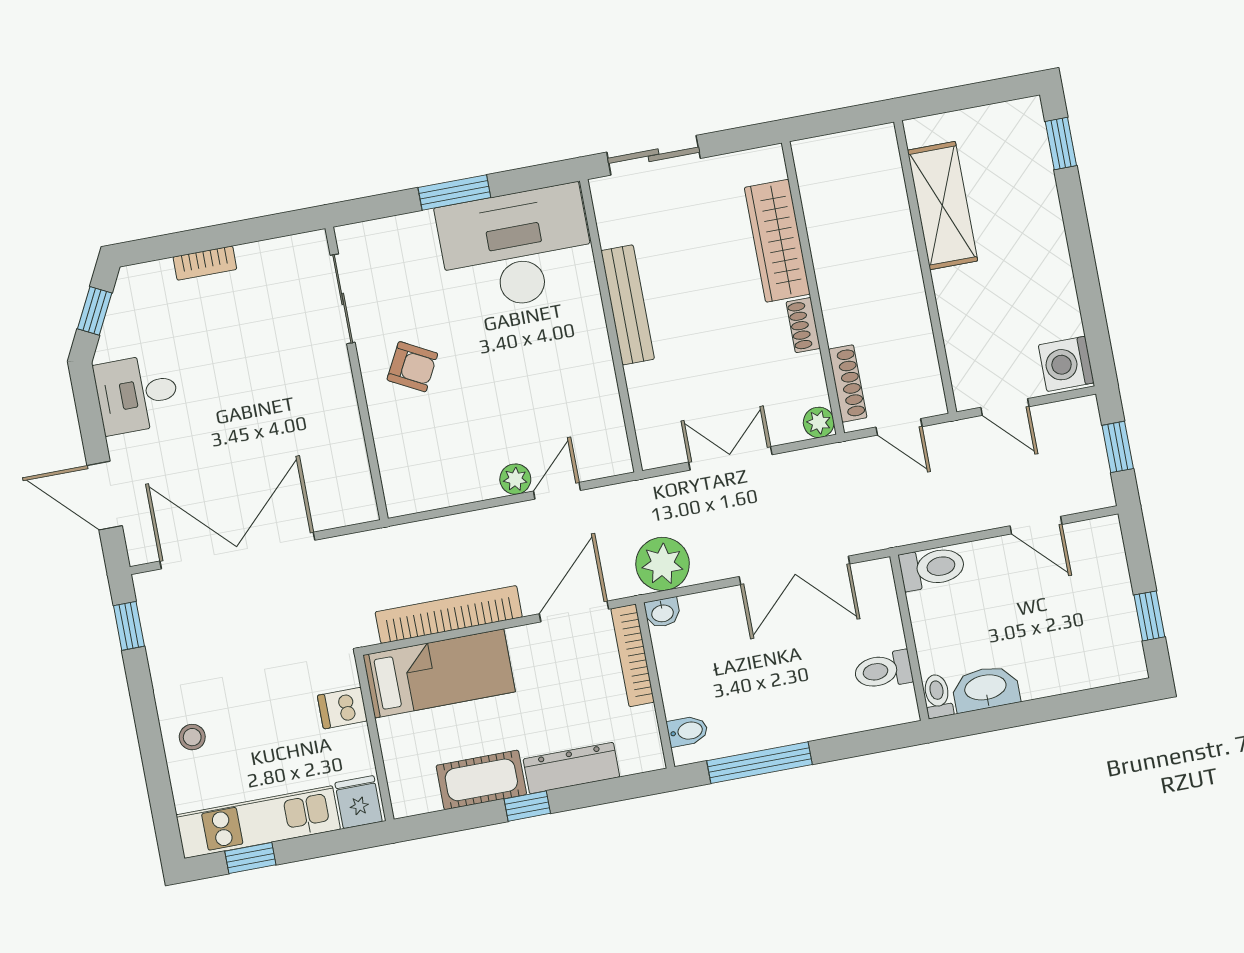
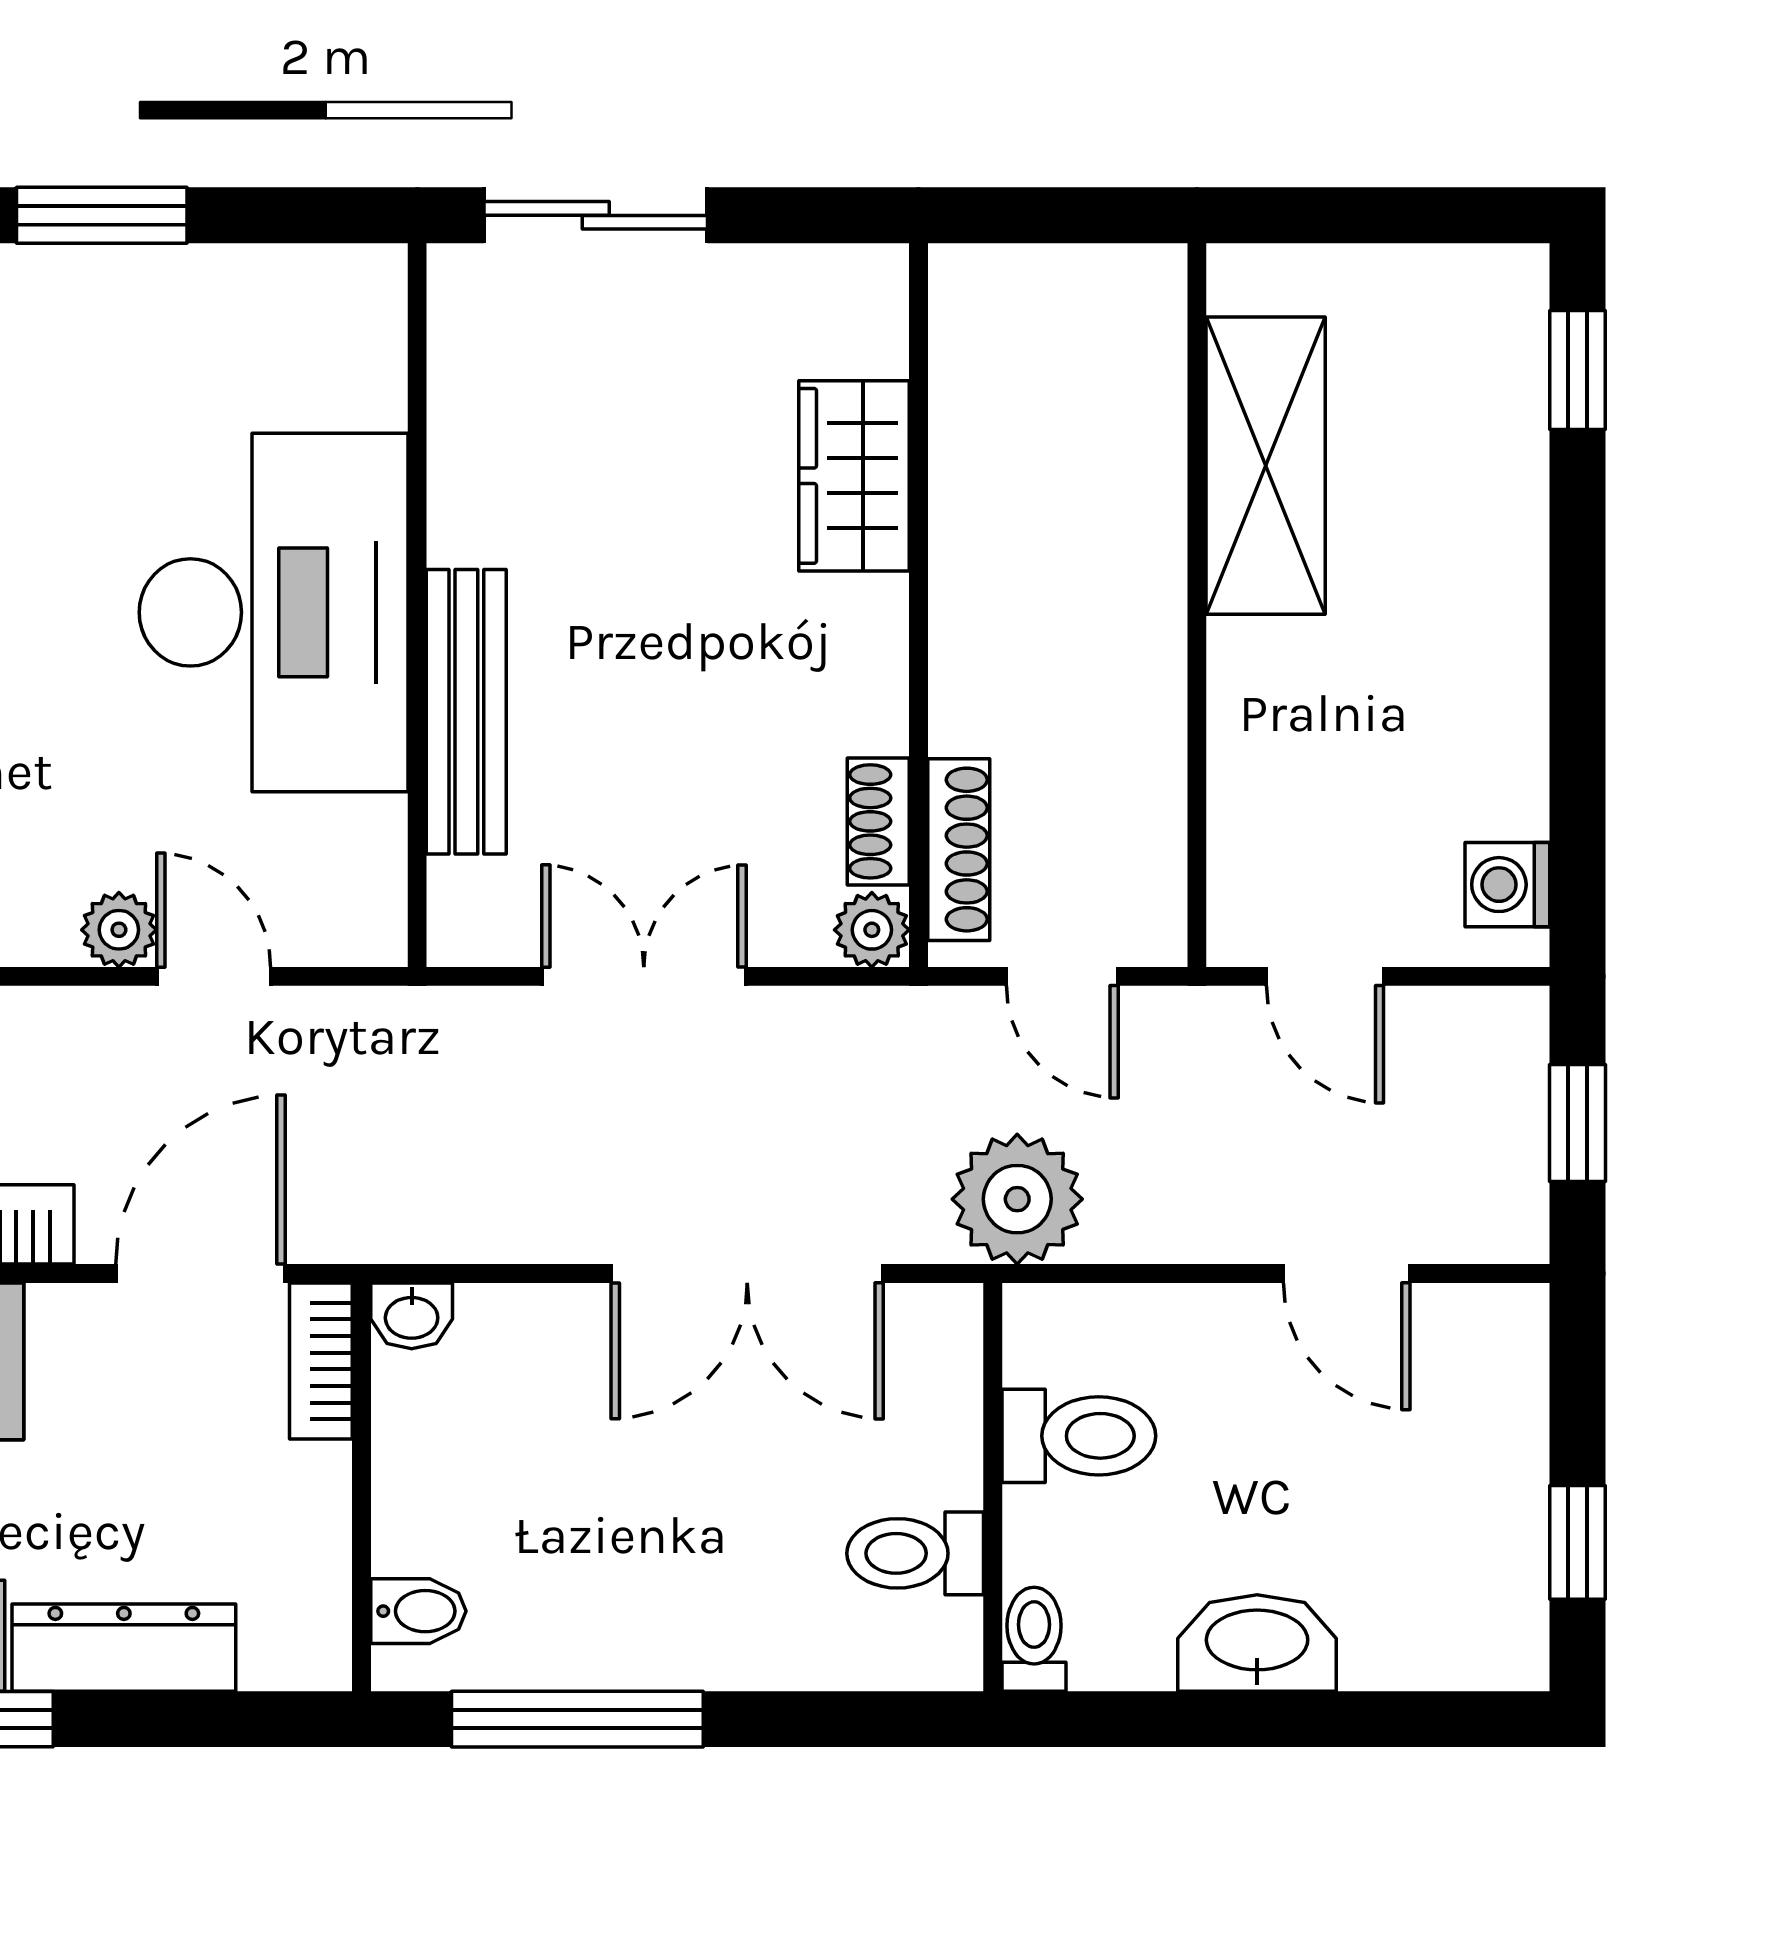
wardrobe: (777, 241) -> (854, 476), width x0.67
desk: (516, 249) -> (274, 612), moved, turned 90
bench: (628, 305) -> (466, 712), moved
shoe rack: (803, 325) -> (878, 821), moved
washing machine: (1066, 364) -> (1507, 885), width x0.73, depth x0.73
door: (557, 491) -> (214, 976), hinge flipped
plant: (663, 564) -> (1017, 1199), moved
toilet: (932, 568) -> (1079, 1436), moved
bookcase: (633, 655) -> (321, 1361), width x0.64
washbasin: (986, 689) -> (1257, 1643), moved

